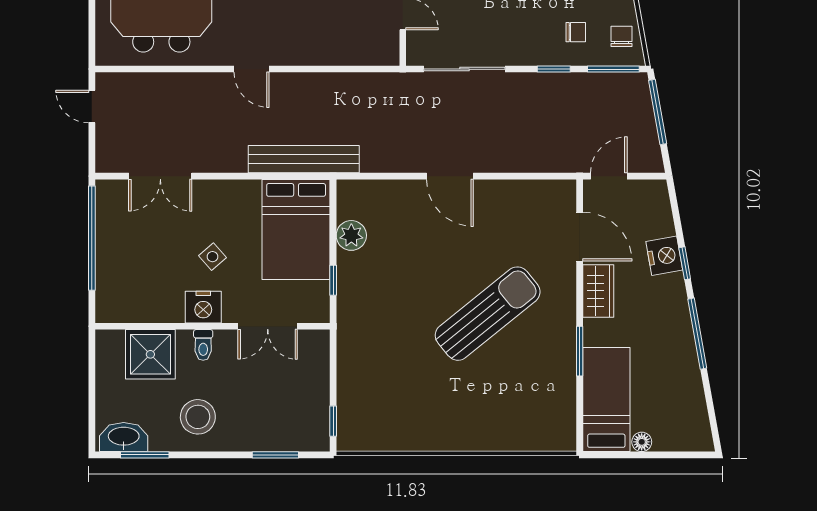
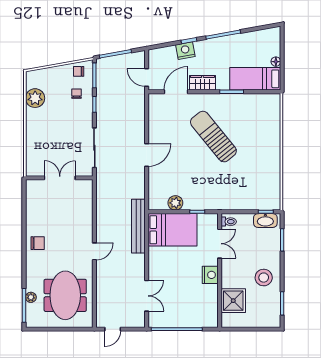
side table: (212, 257) -> (186, 270), removed
toilet: (203, 345) -> (229, 222), moved
washbasin: (124, 437) -> (265, 220), moved, turned -90

